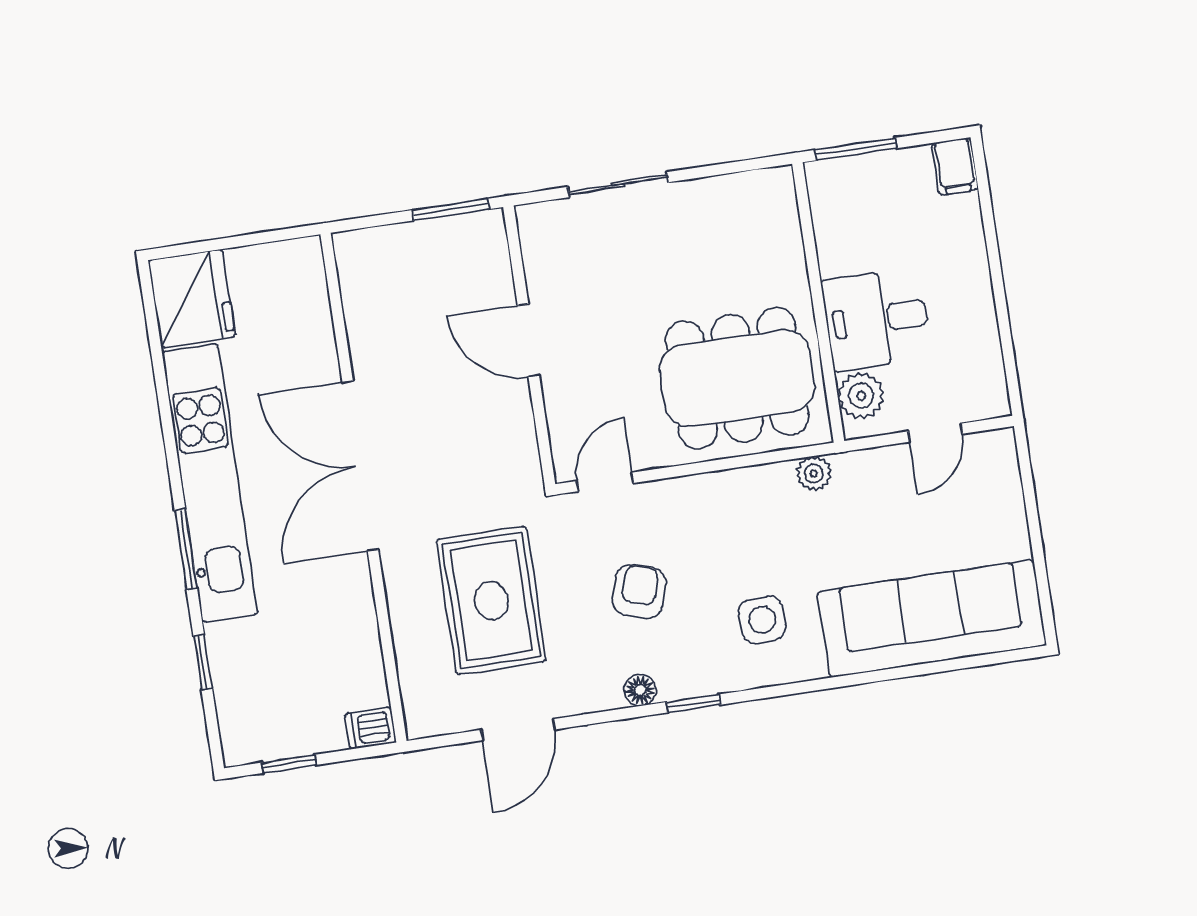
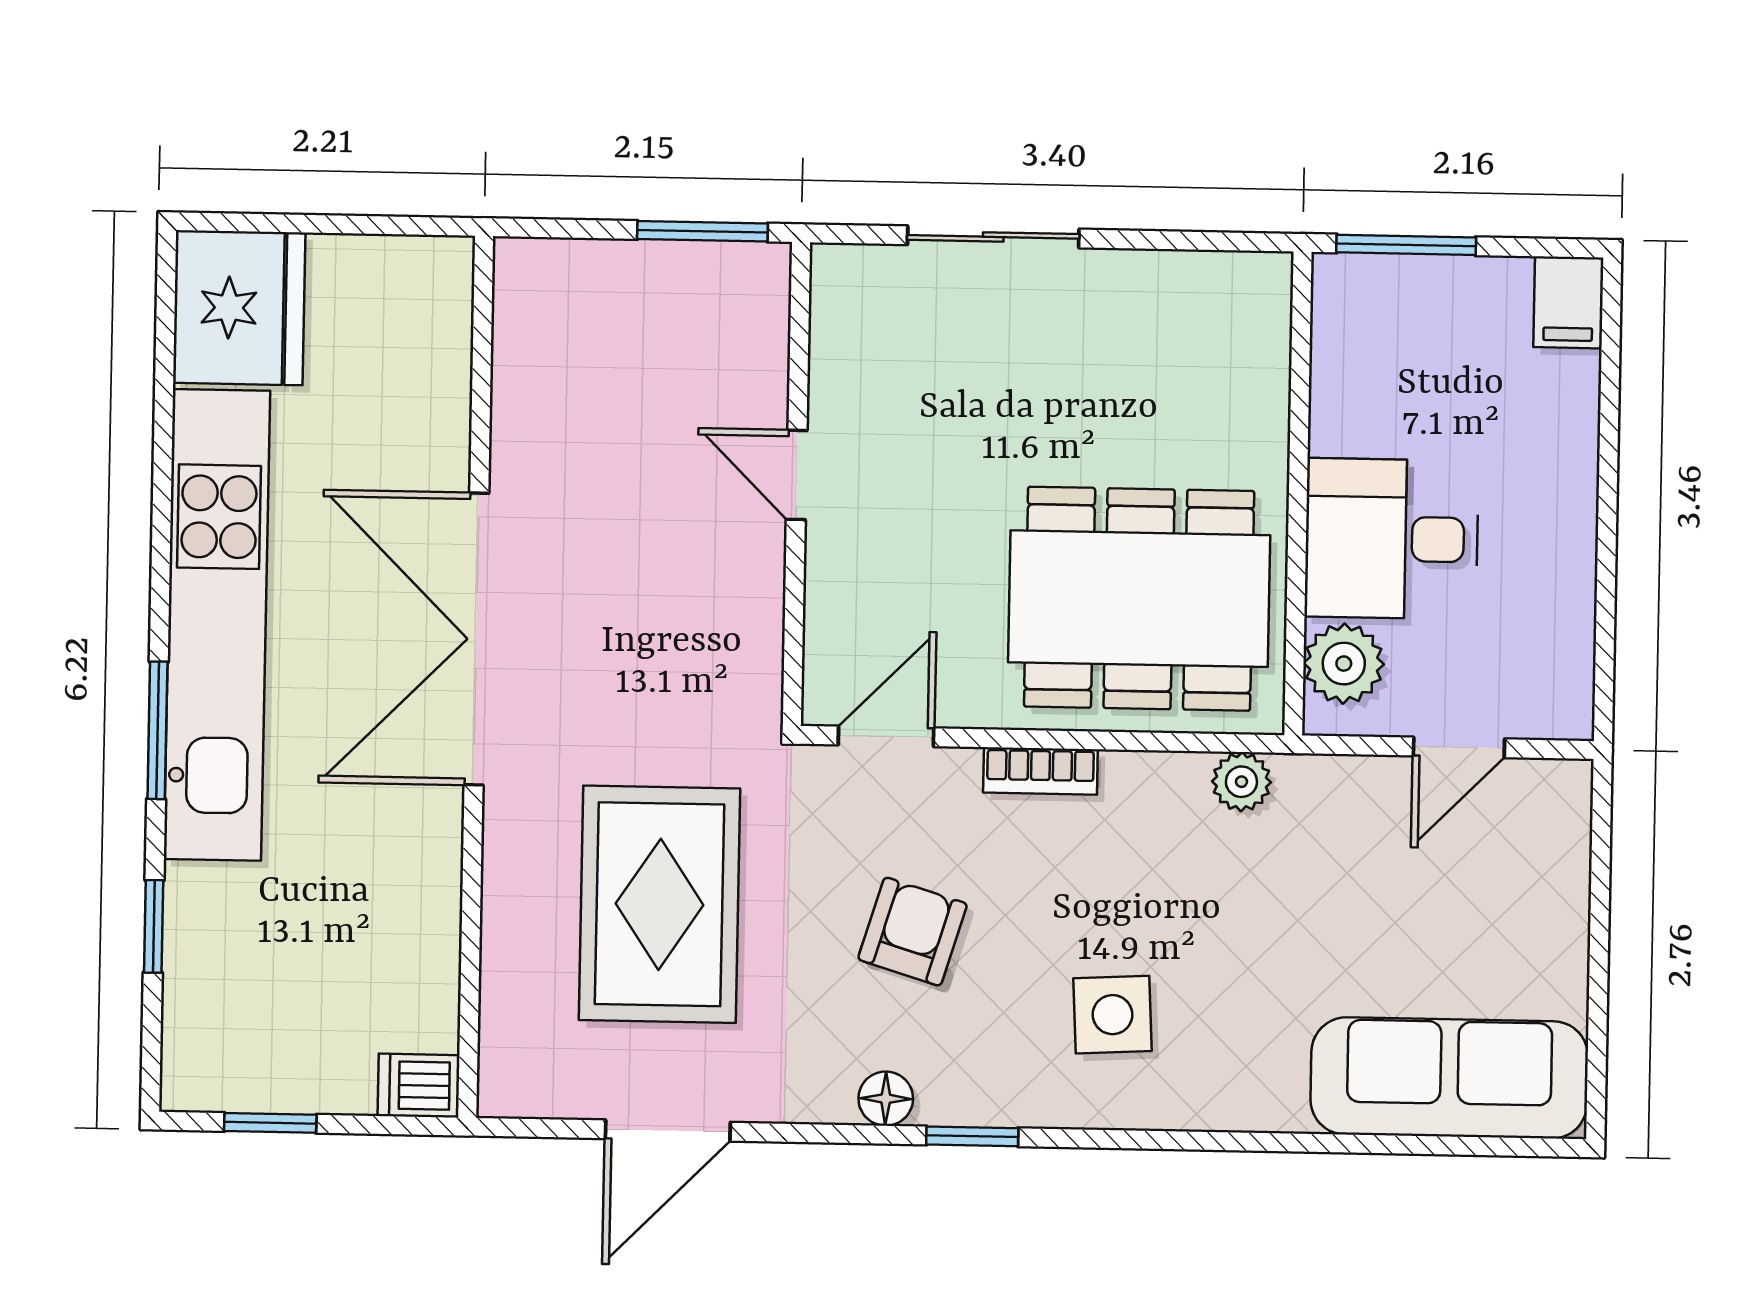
door: (528, 340) -> (797, 475), width x0.73
bookcase: (697, 487) -> (1040, 771), added
sofa: (932, 619) -> (1449, 1078), width x0.74, depth x0.79

